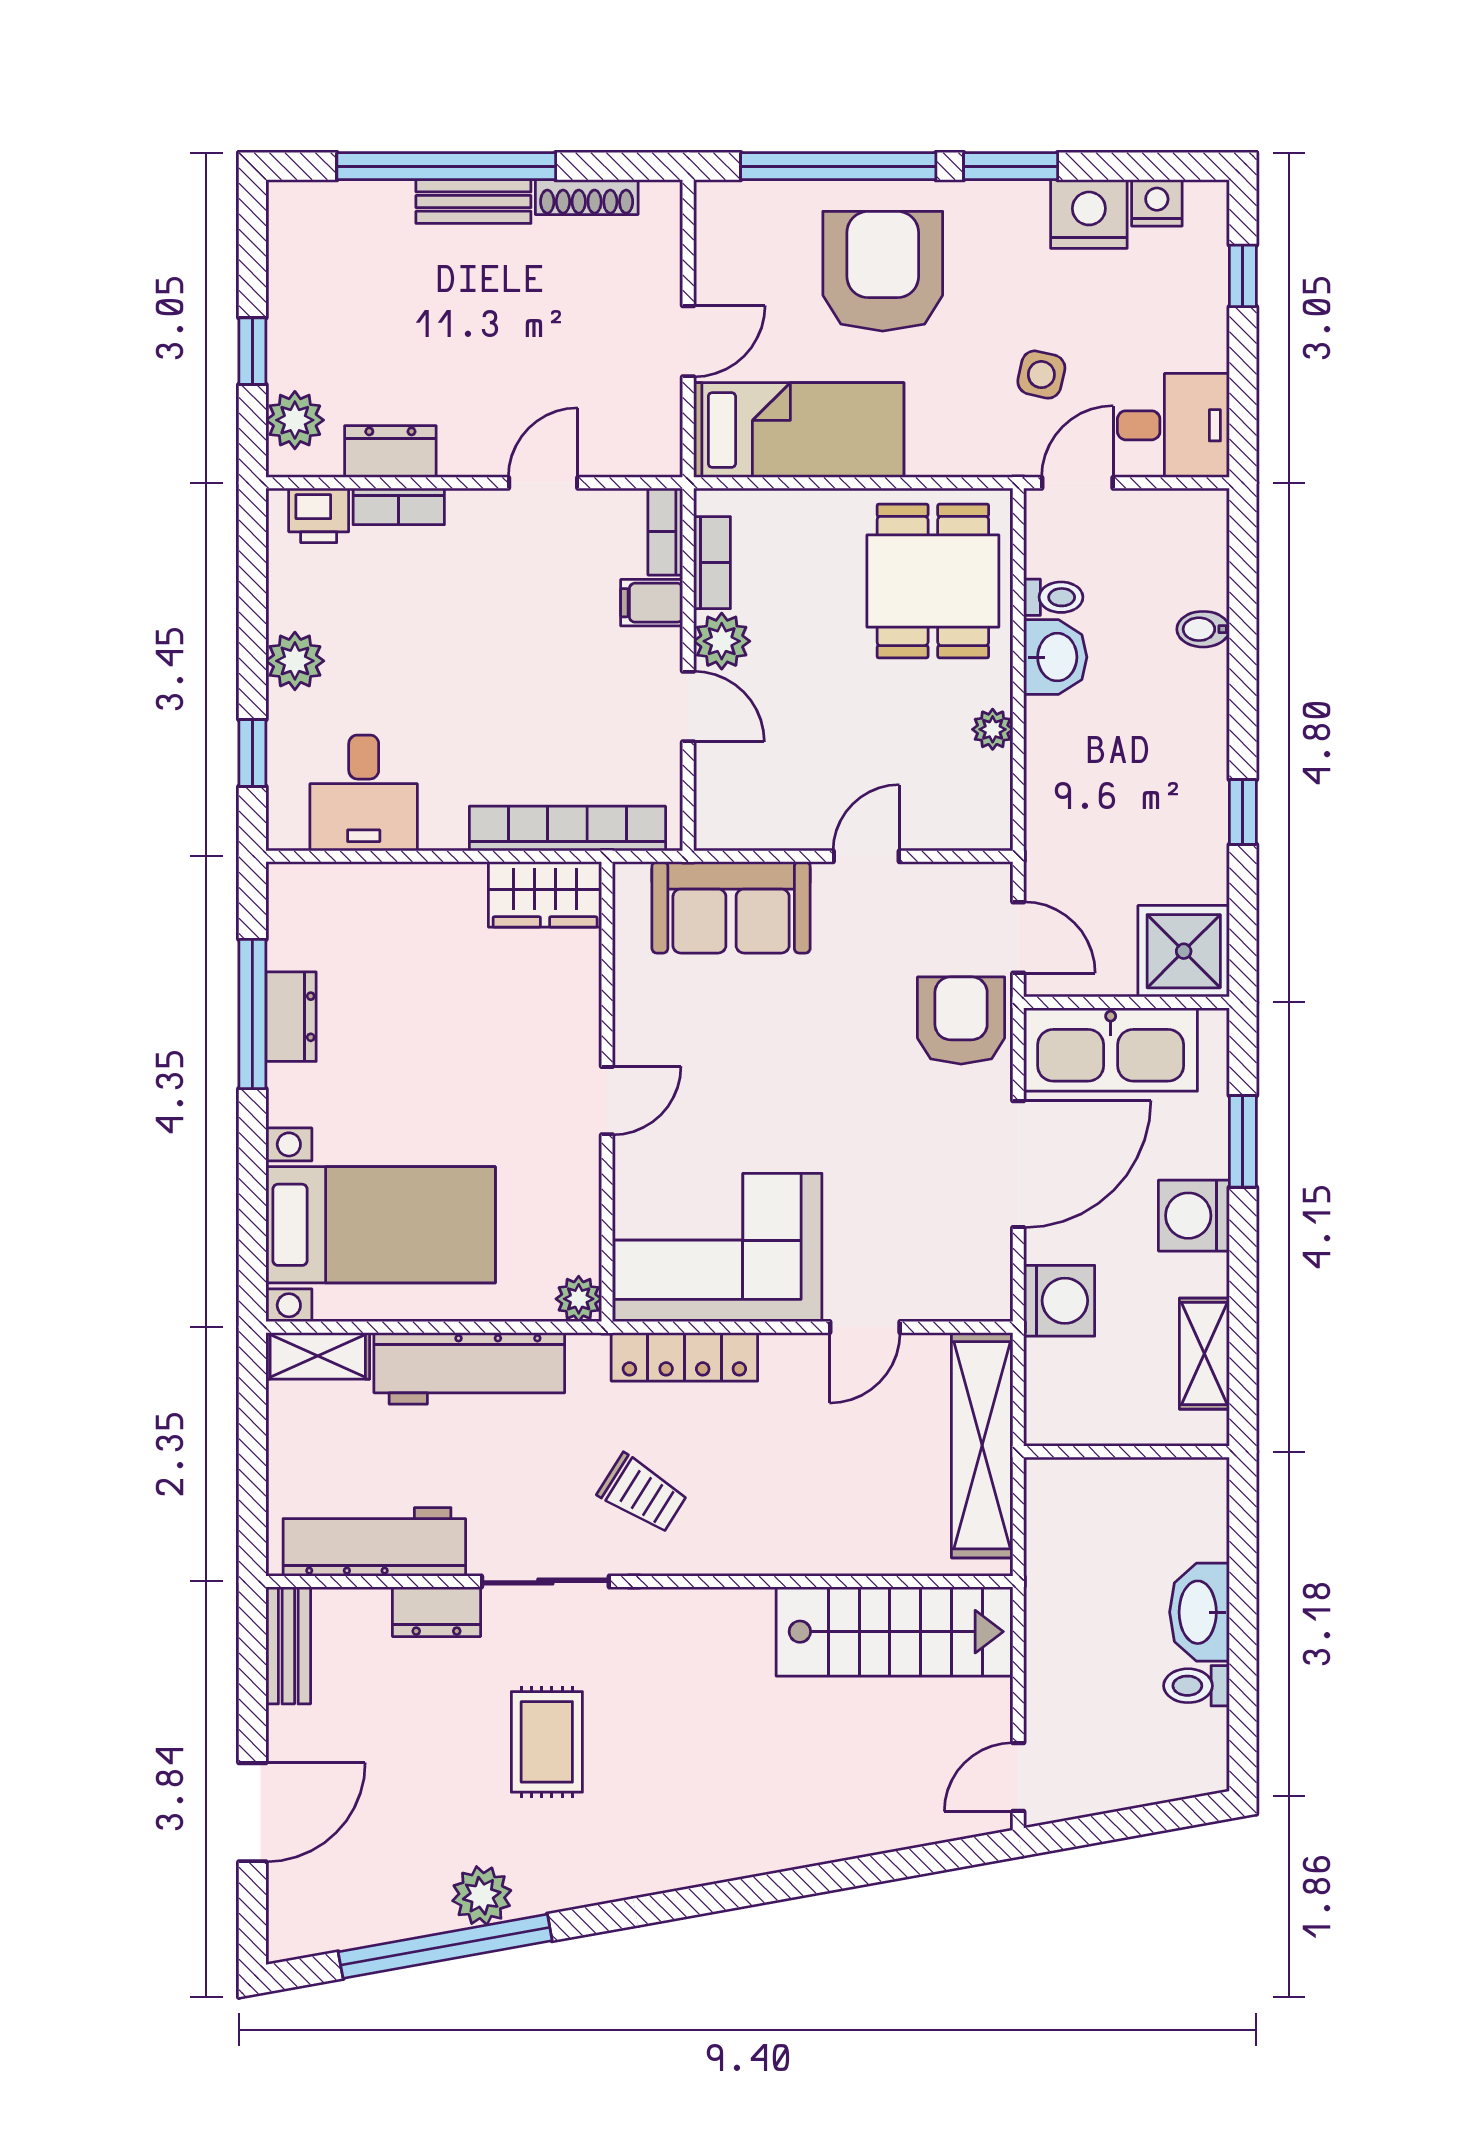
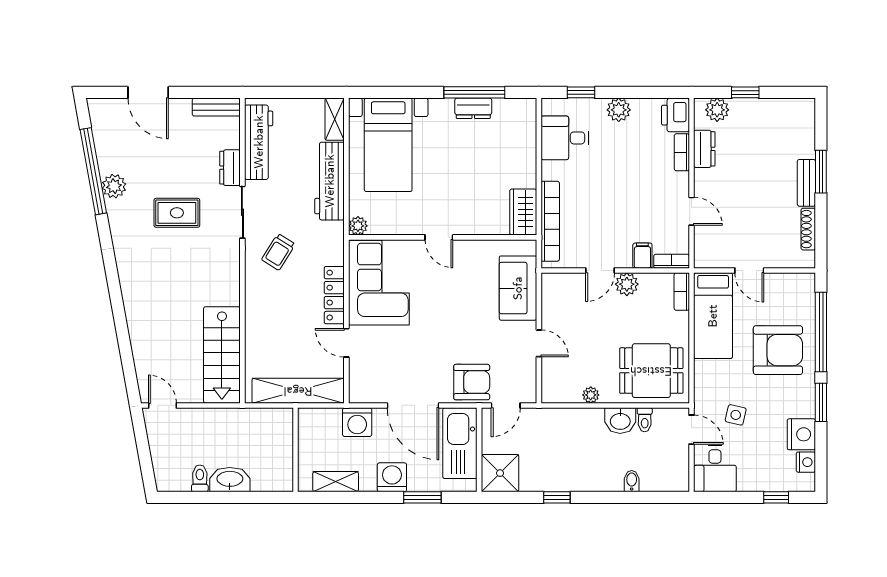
window: (446, 166) -> (821, 172), width x0.47
printer: (319, 515) -> (675, 115), width x1.36, depth x1.24
bookcase: (712, 563) -> (682, 292), moved, turned 90
locker: (684, 1357) -> (334, 295), moved

